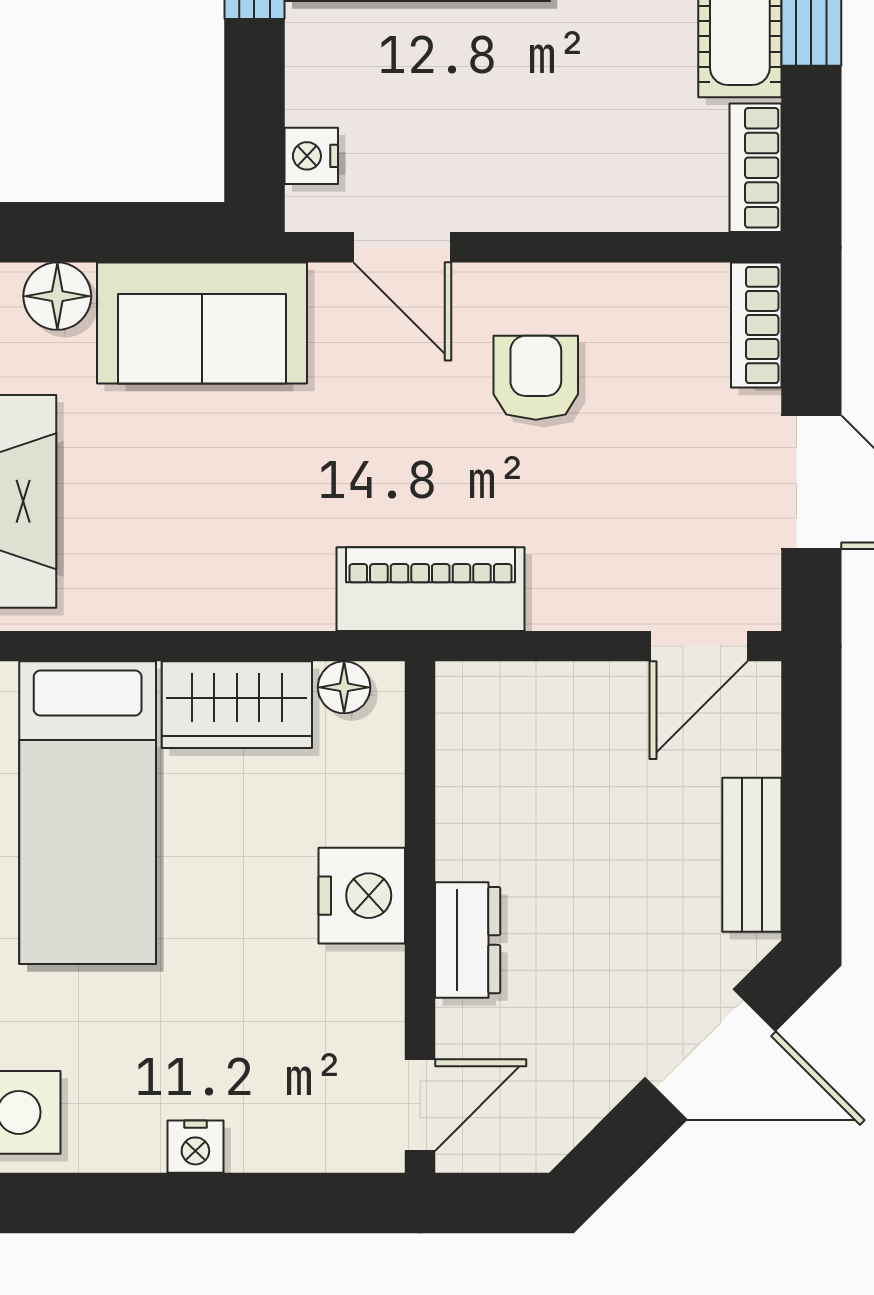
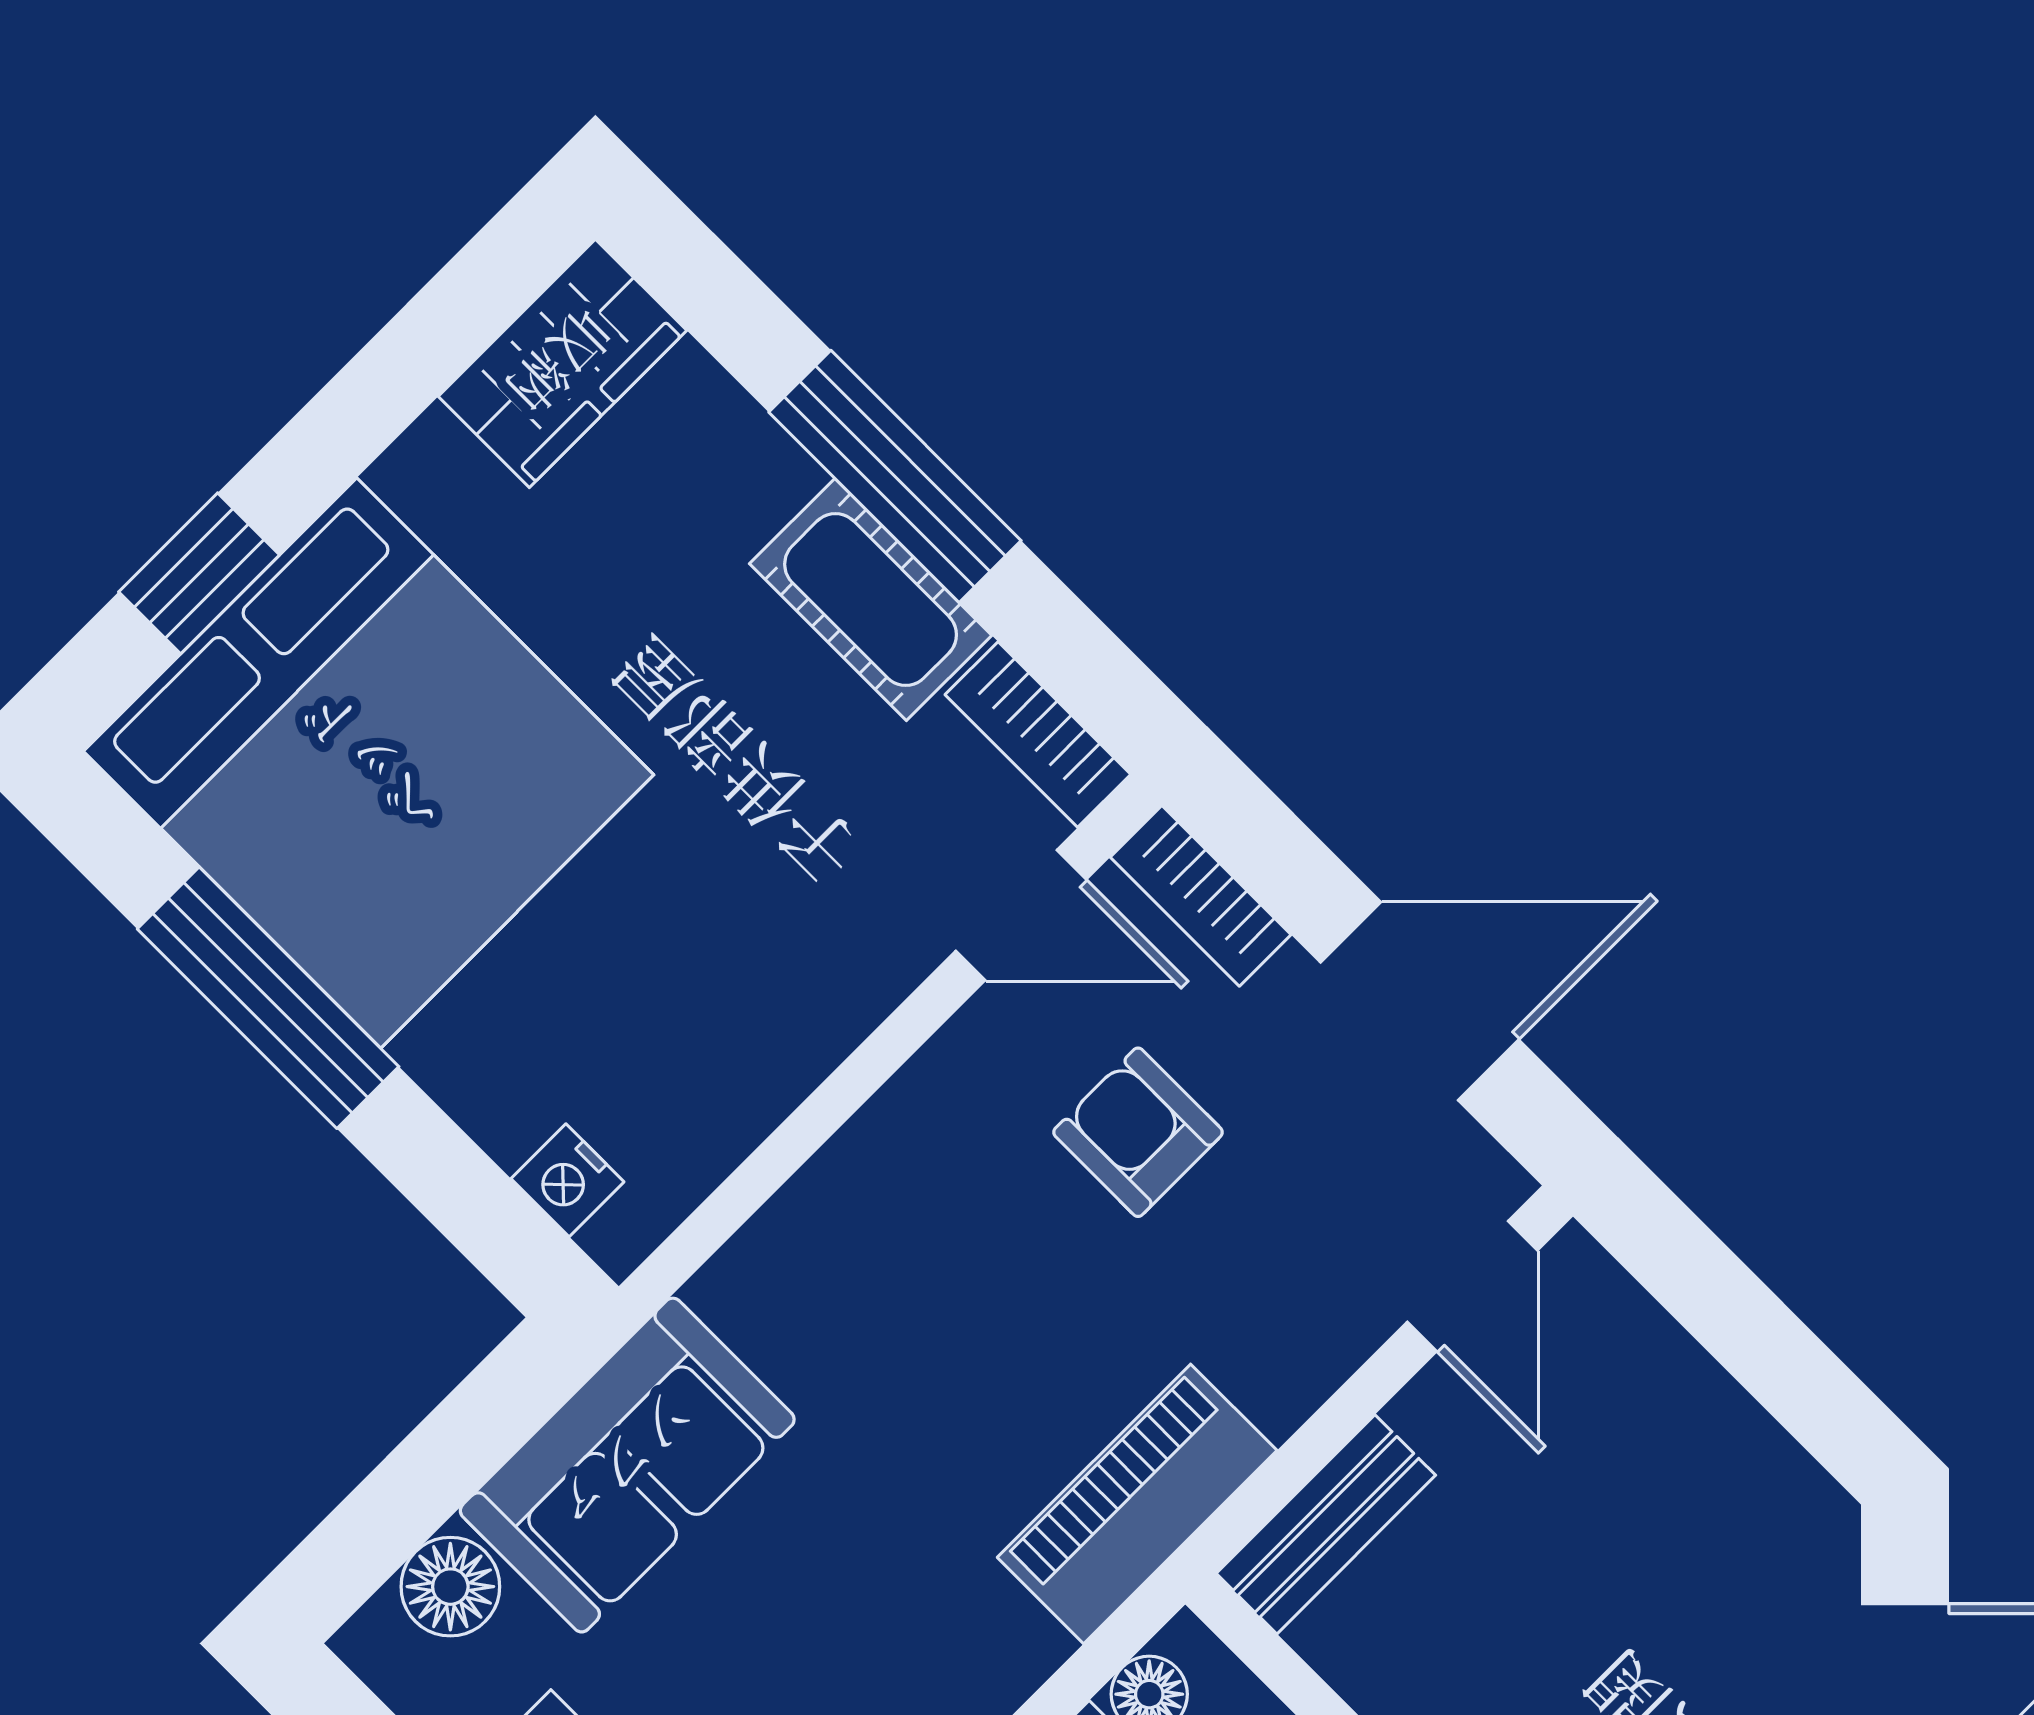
door: (402, 247) -> (1021, 915), moved
armchair: (536, 378) -> (1138, 1132), moved
bench: (752, 855) -> (1326, 1524), moved, turned 90

